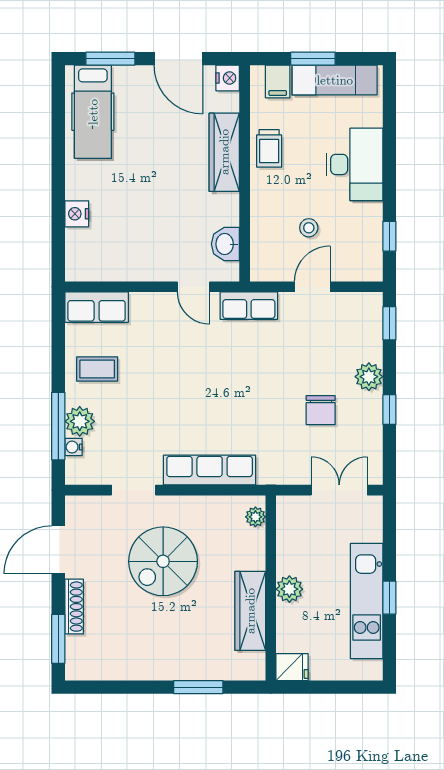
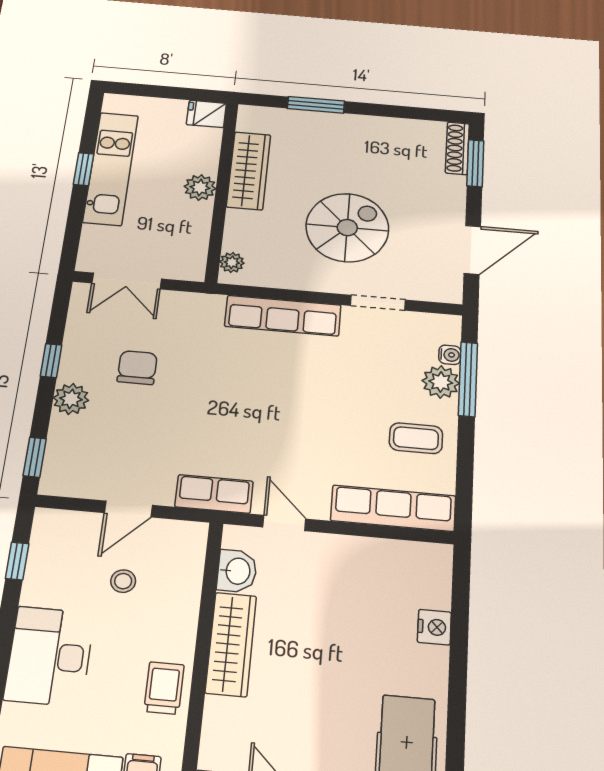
wardrobe: (224, 152) -> (231, 644), moved
row of seats: (97, 307) -> (393, 508), width x1.48
shoe rack: (74, 607) -> (457, 148), moved

